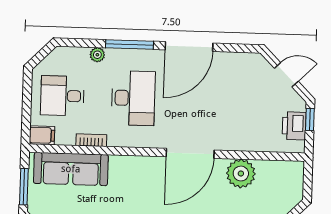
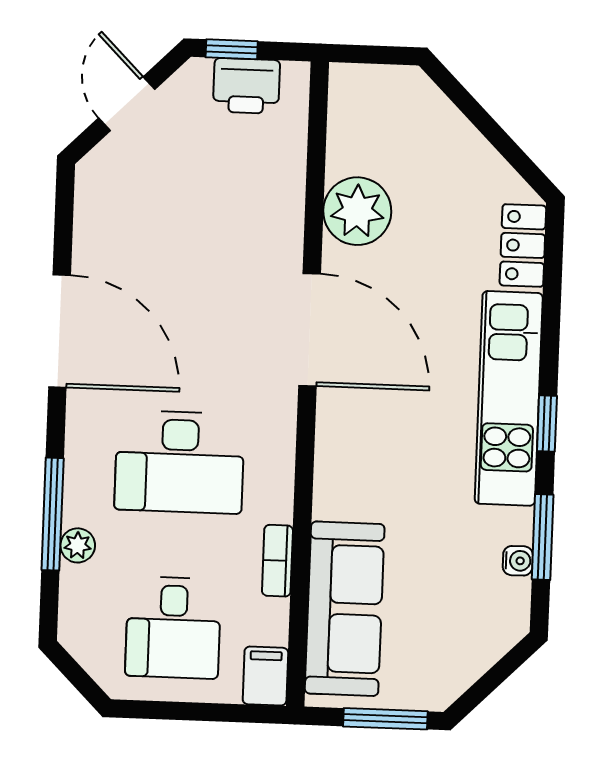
window: (129, 45) -> (53, 514), moved
desk: (133, 98) -> (180, 462), turned 180

